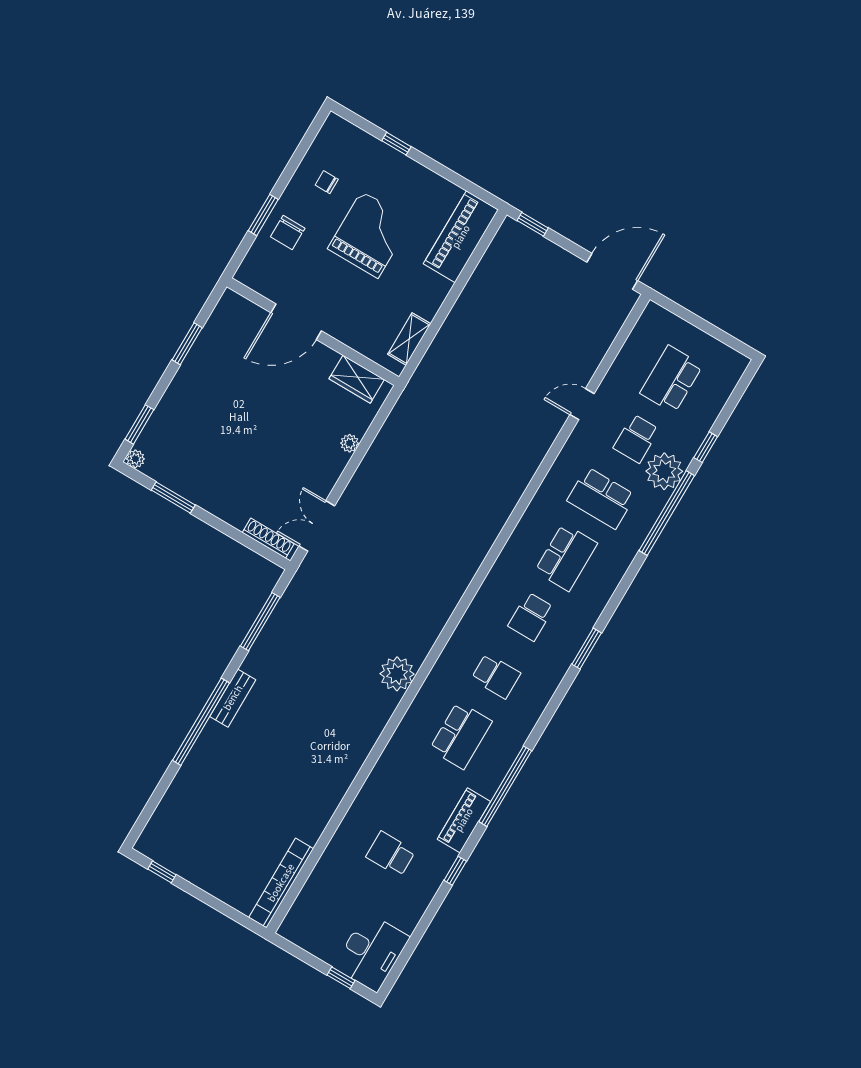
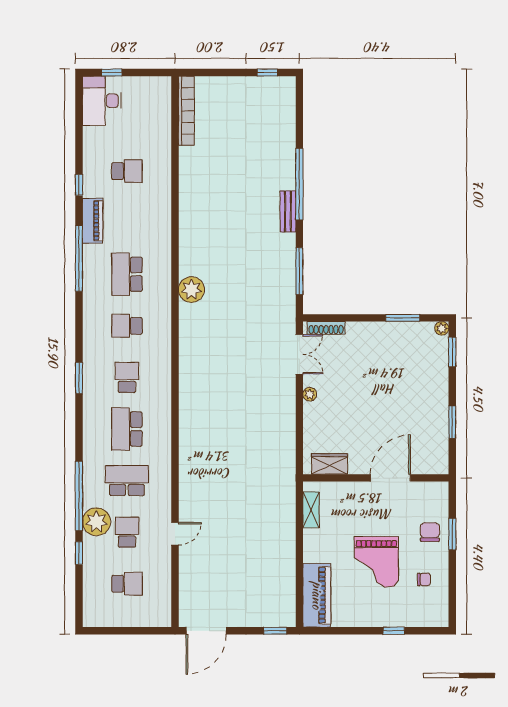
school desk: (671, 379) -> (127, 584), width x0.54
plant: (350, 443) -> (310, 394), moved

